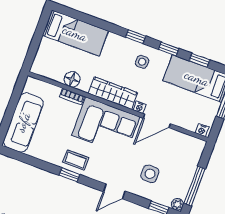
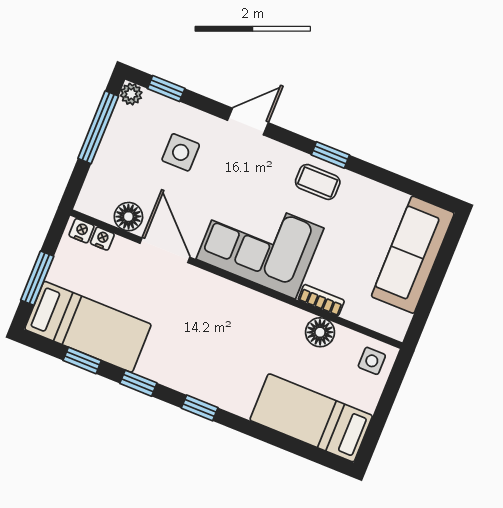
side table: (142, 62) -> (372, 361), moved
wardrobe: (113, 93) -> (245, 304), removed
nightstand: (139, 107) -> (102, 239), moved
door: (157, 121) -> (165, 250), hinge flipped
floor lamp: (177, 138) -> (128, 217), added

